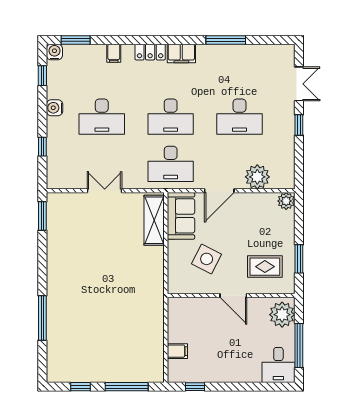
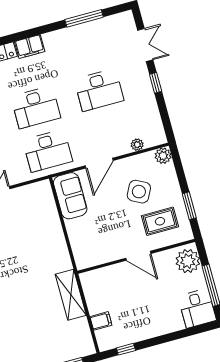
window: (226, 40) -> (84, 18), moved
plant: (257, 177) -> (137, 145), width x0.53, depth x0.53
shelving: (154, 220) -> (71, 295), moved
side table: (207, 259) -> (139, 192), moved

